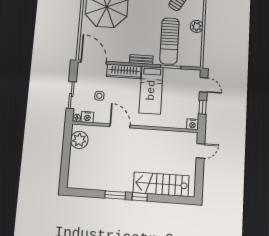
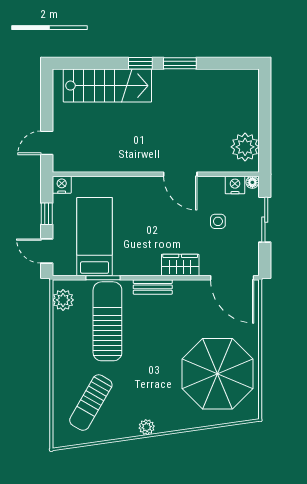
plant: (197, 26) -> (63, 300), moved
wardrobe: (124, 71) -> (180, 265), width x0.67
bed: (151, 90) -> (95, 237), moved

